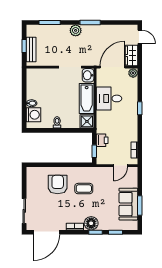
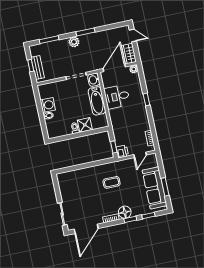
washing machine: (33, 115) -> (48, 105), moved
shower: (87, 121) -> (85, 125), moved
printer: (102, 140) -> (122, 151), moved
armchair: (58, 185) -> (87, 184), removed
sofa: (128, 204) -> (155, 188), width x1.36

